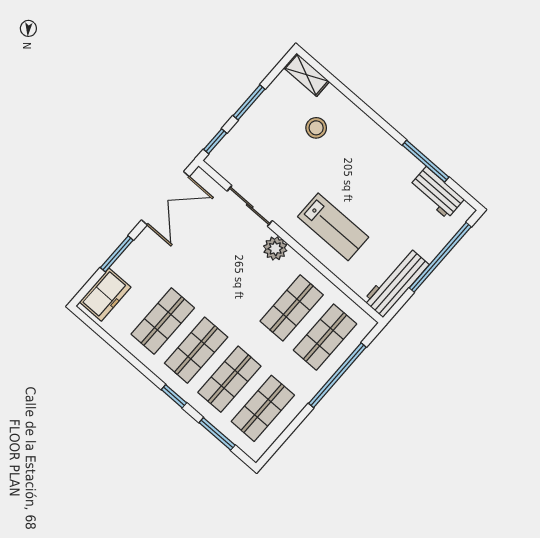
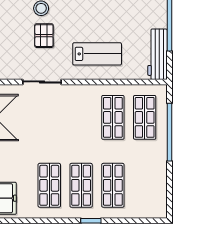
pallet: (294, 159) -> (44, 36), added
plant: (275, 248) -> (76, 93), removed
shop shelf: (263, 408) -> (145, 185), removed
window: (217, 434) -> (132, 221), removed

